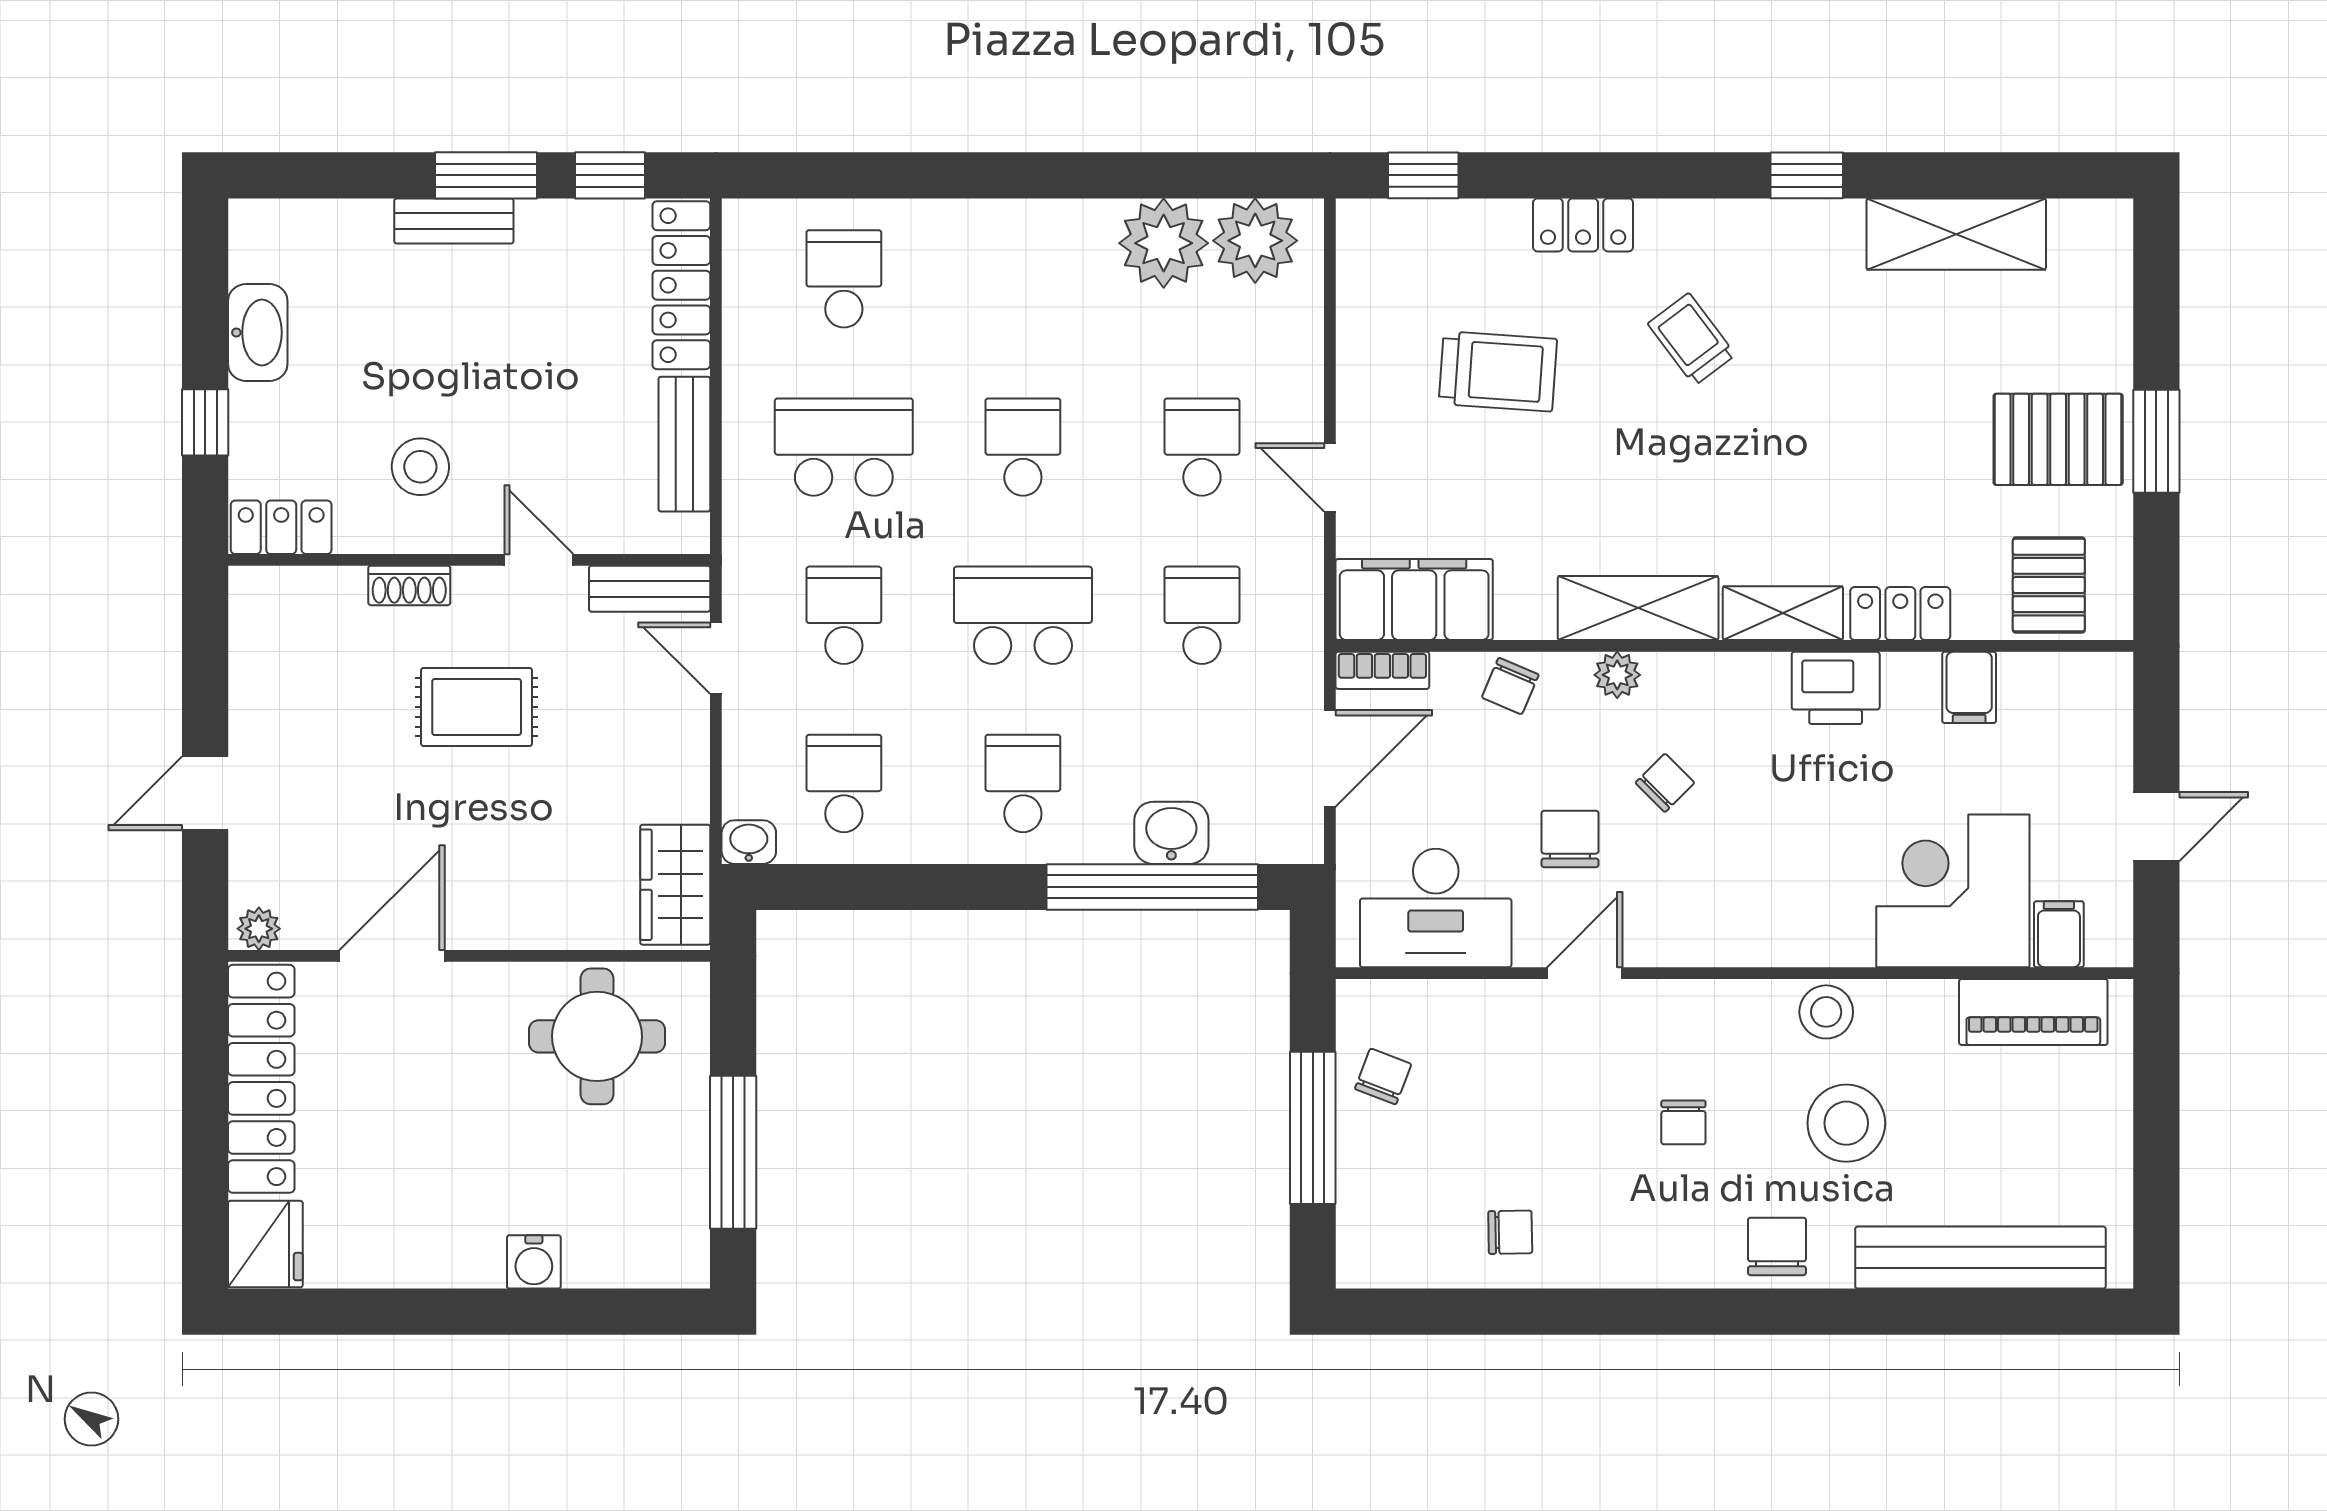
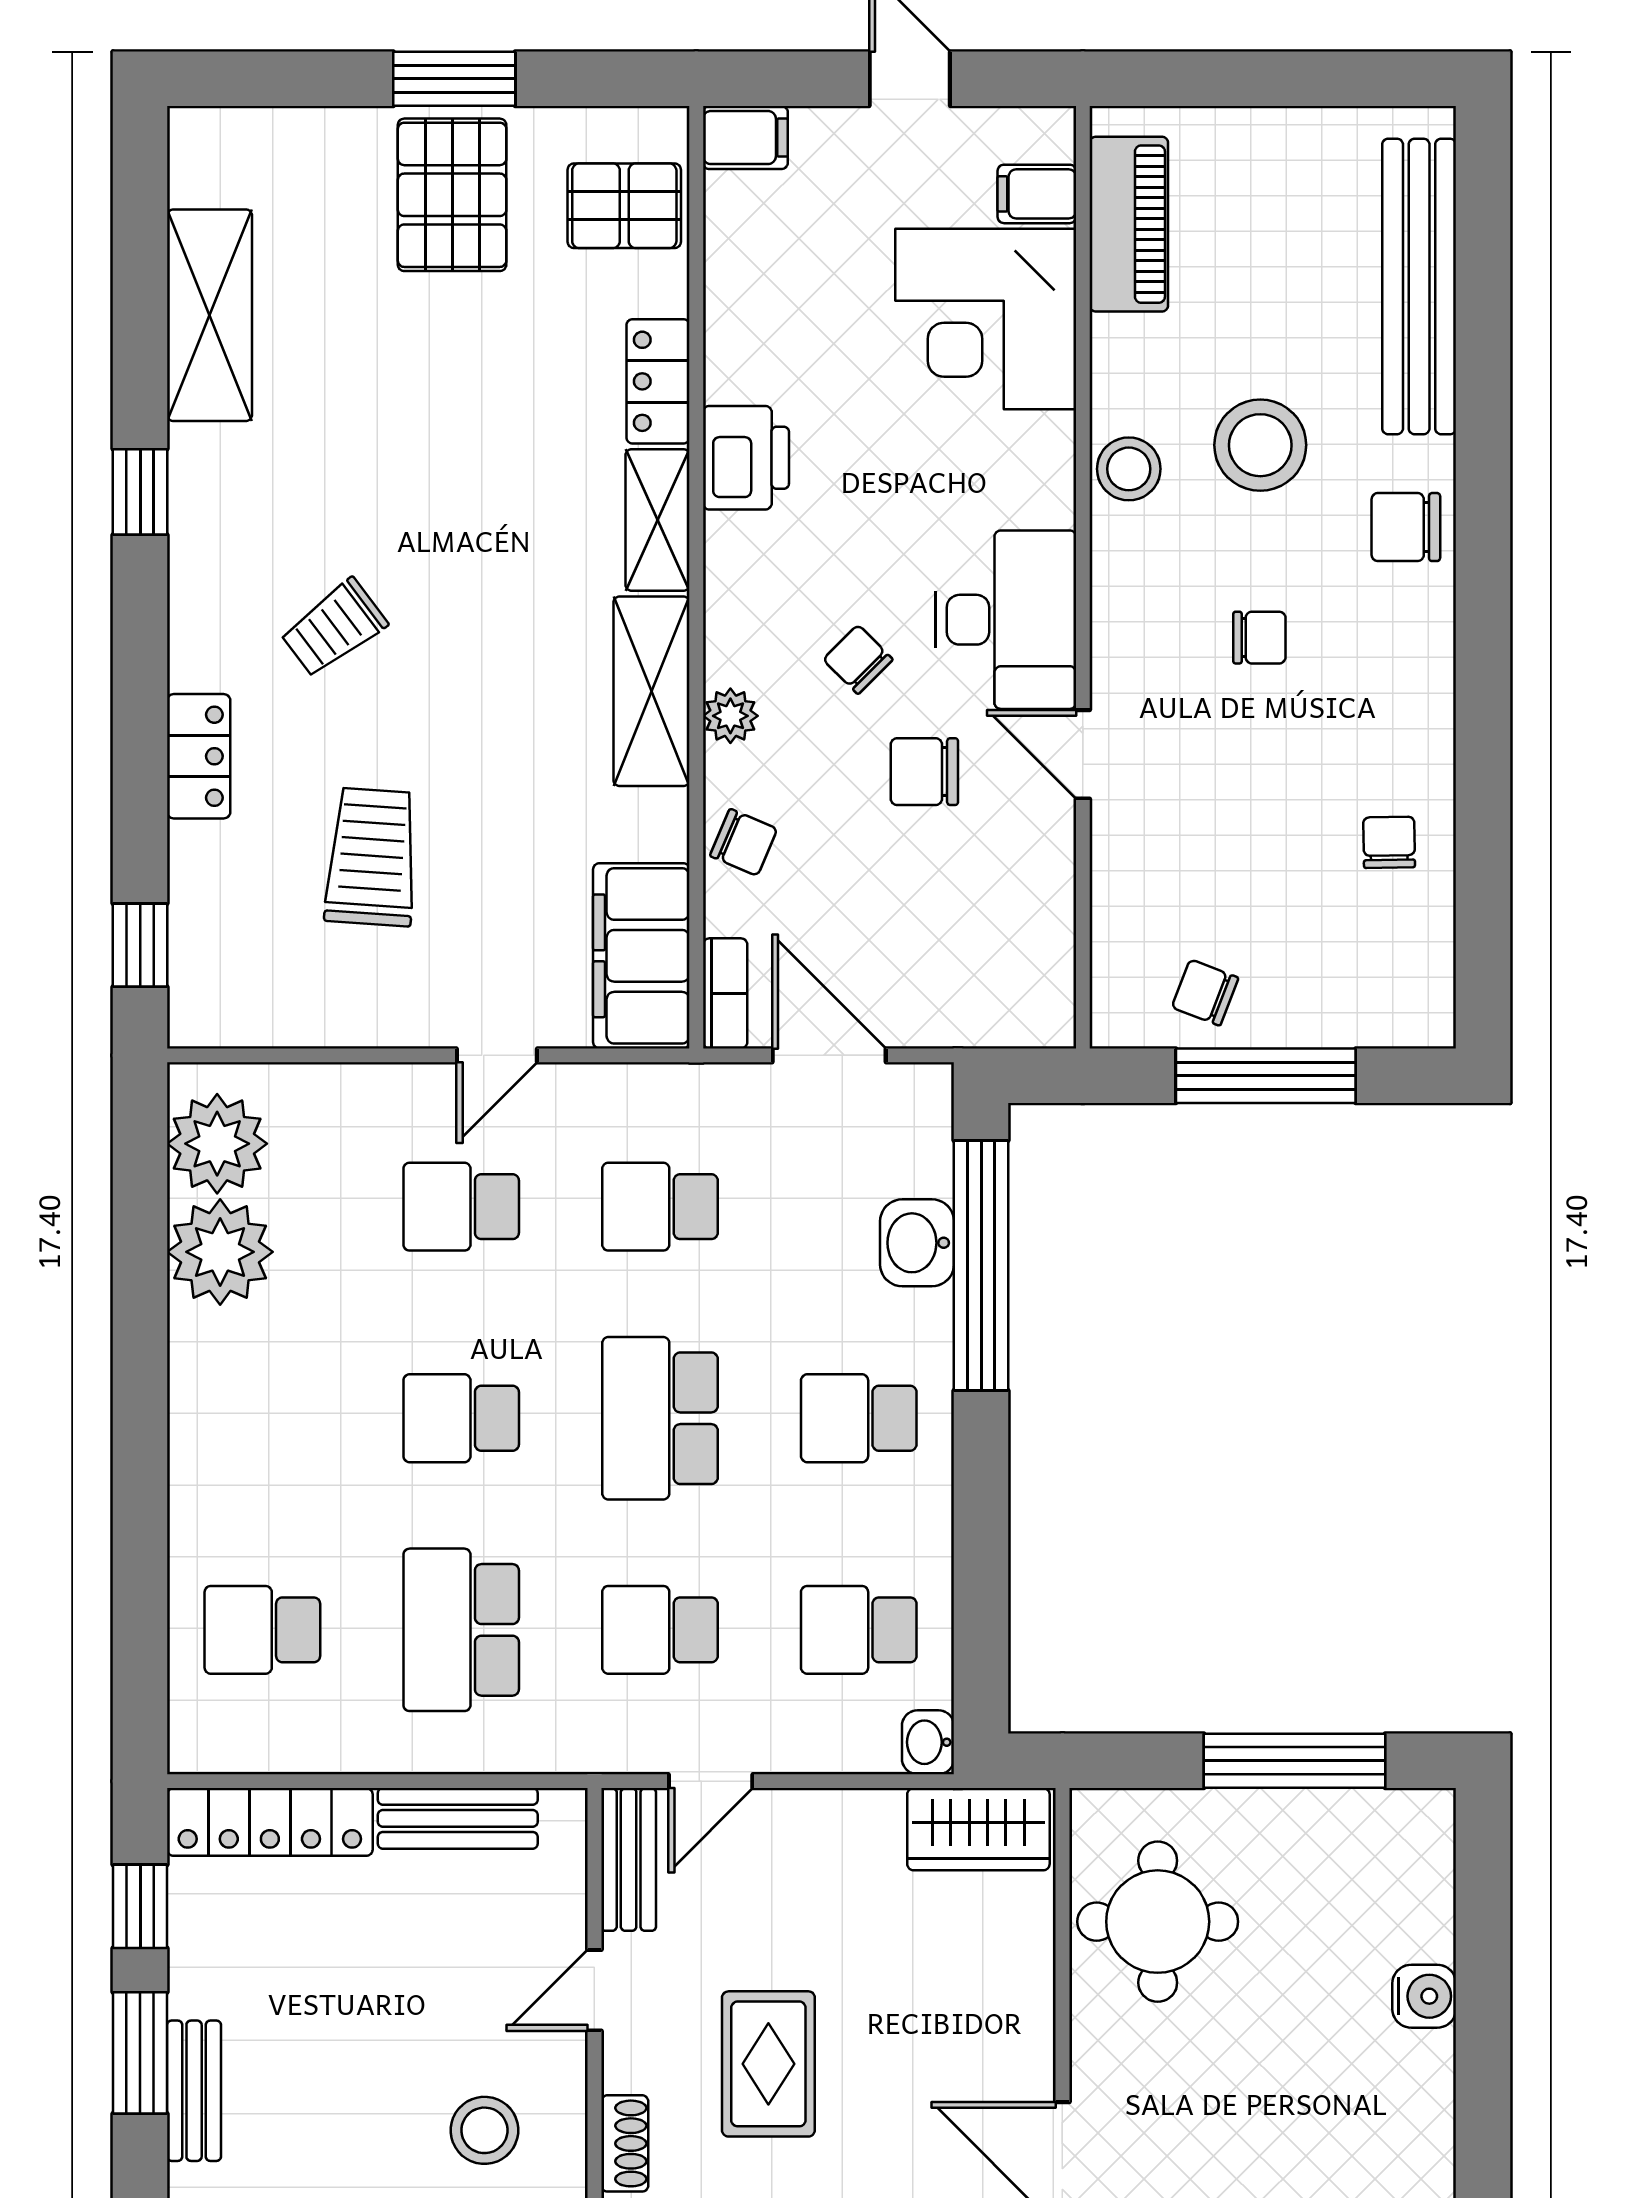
filing cabinet: (1969, 687) -> (745, 138), moved
desk: (1436, 908) -> (1006, 620), moved

